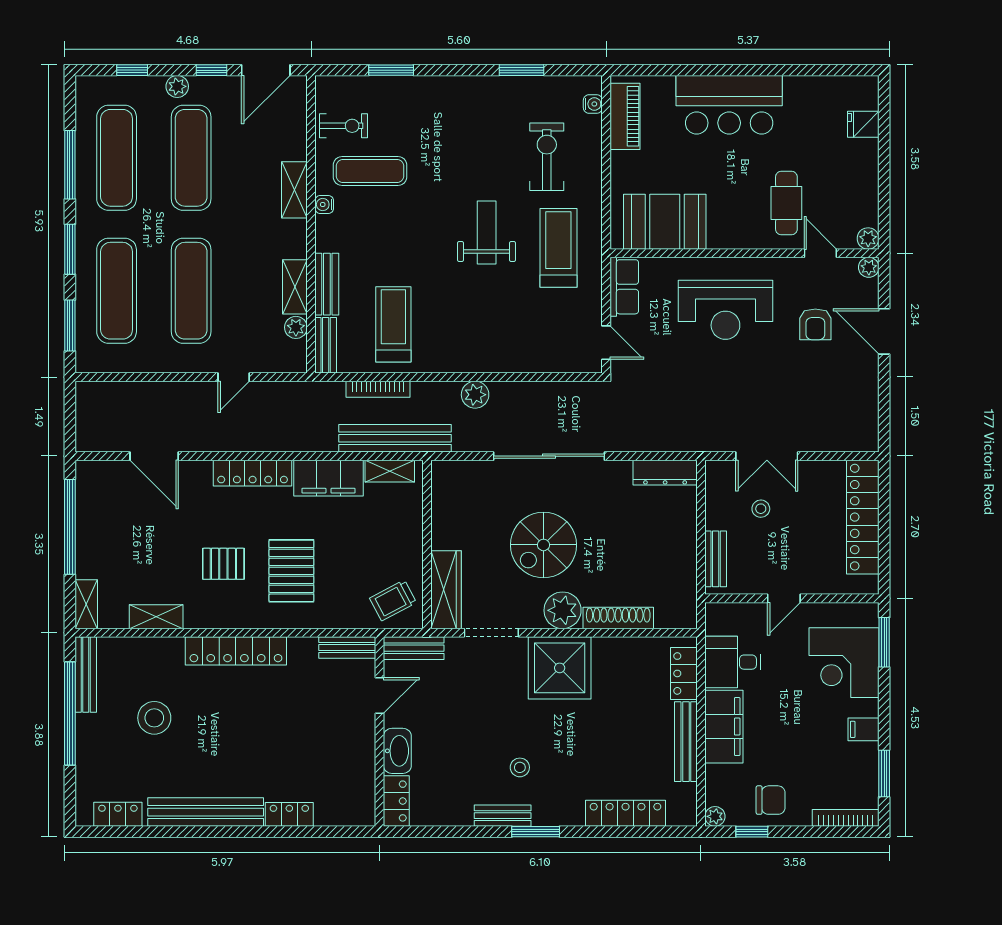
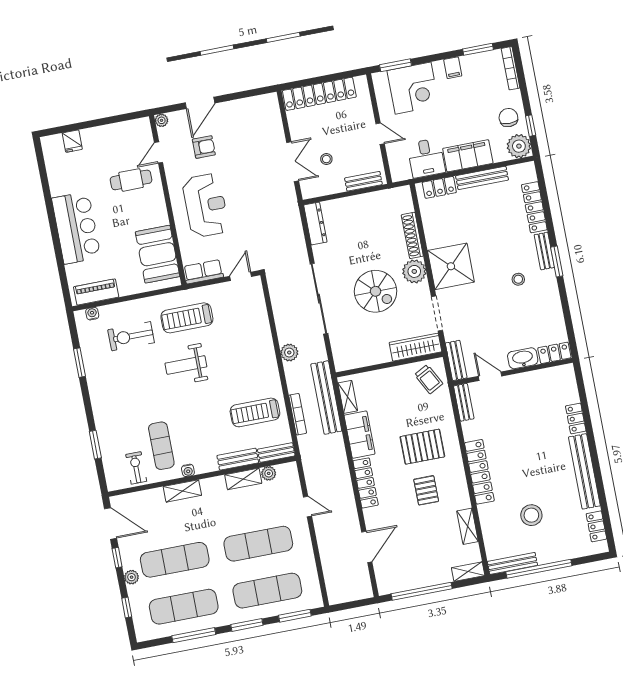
plant: (868, 238) -> (143, 124), removed
bench: (503, 816) -> (544, 251), moved
plant: (715, 816) -> (519, 146), width x1.88, depth x1.88

